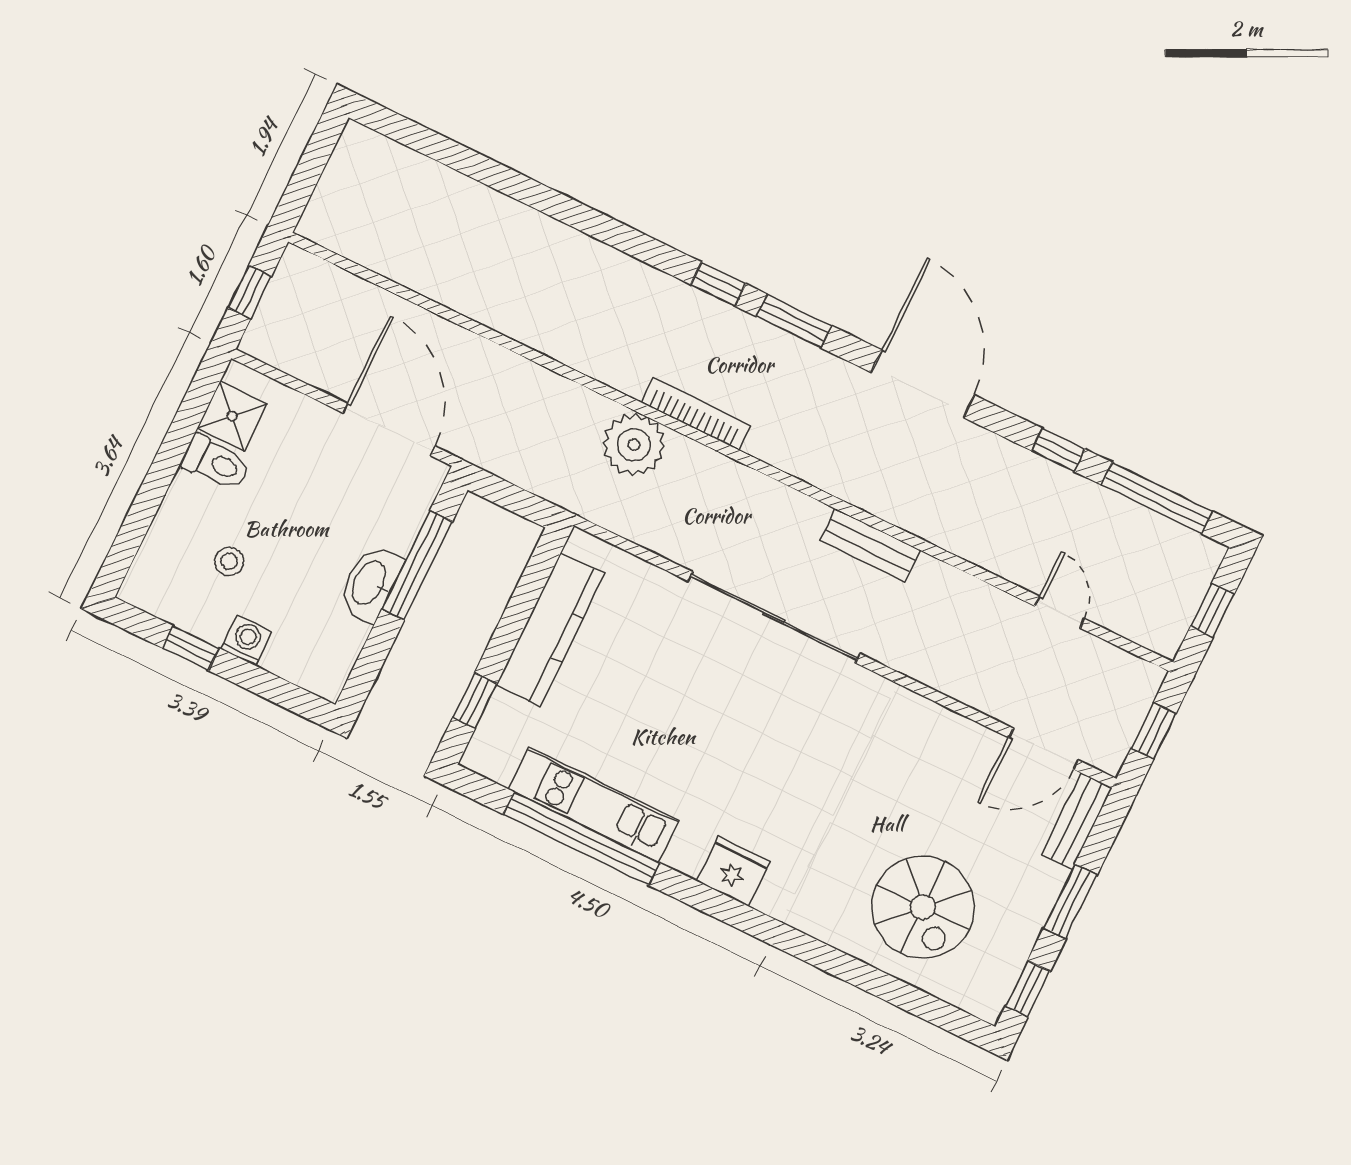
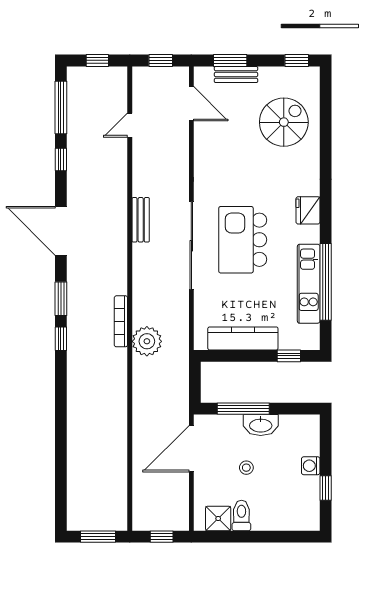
window: (309, 172) -> (98, 537), added
door: (923, 384) -> (61, 231), hinge flipped
stool: (229, 561) -> (246, 468), moved
kitchen island: (738, 720) -> (243, 240), added
bench: (1077, 821) -> (236, 74), moved
window: (1070, 901) -> (230, 60), moved

